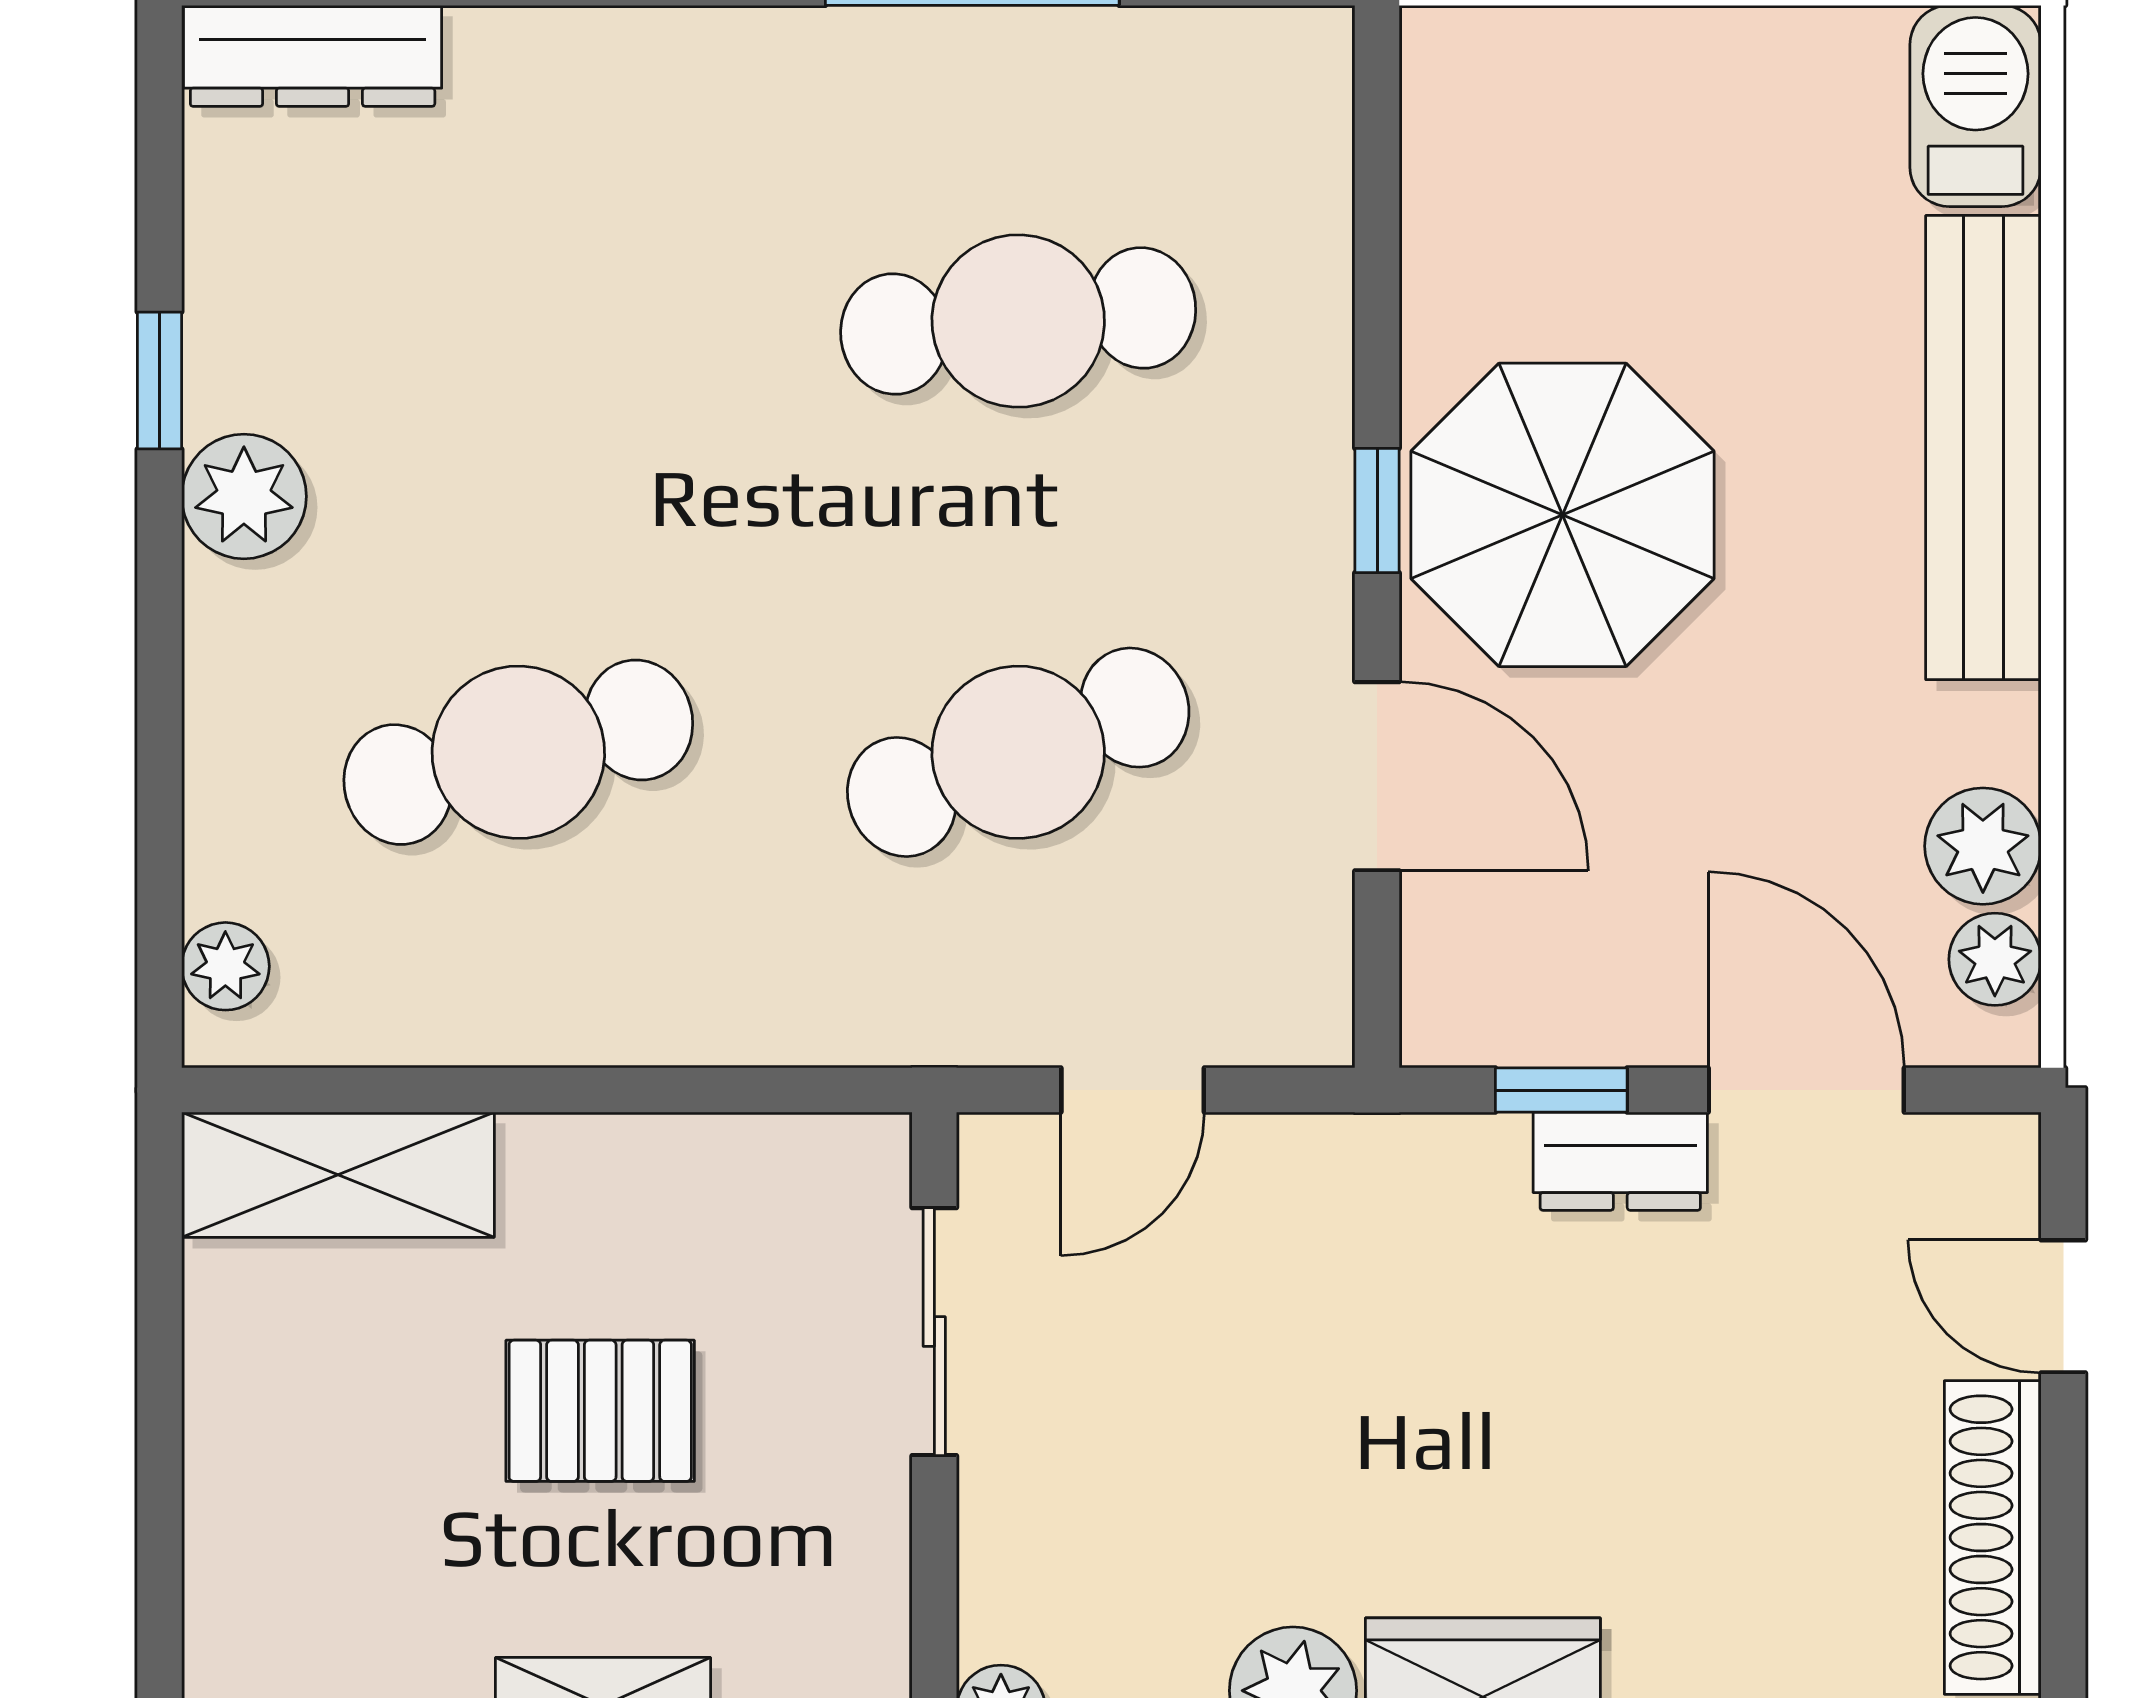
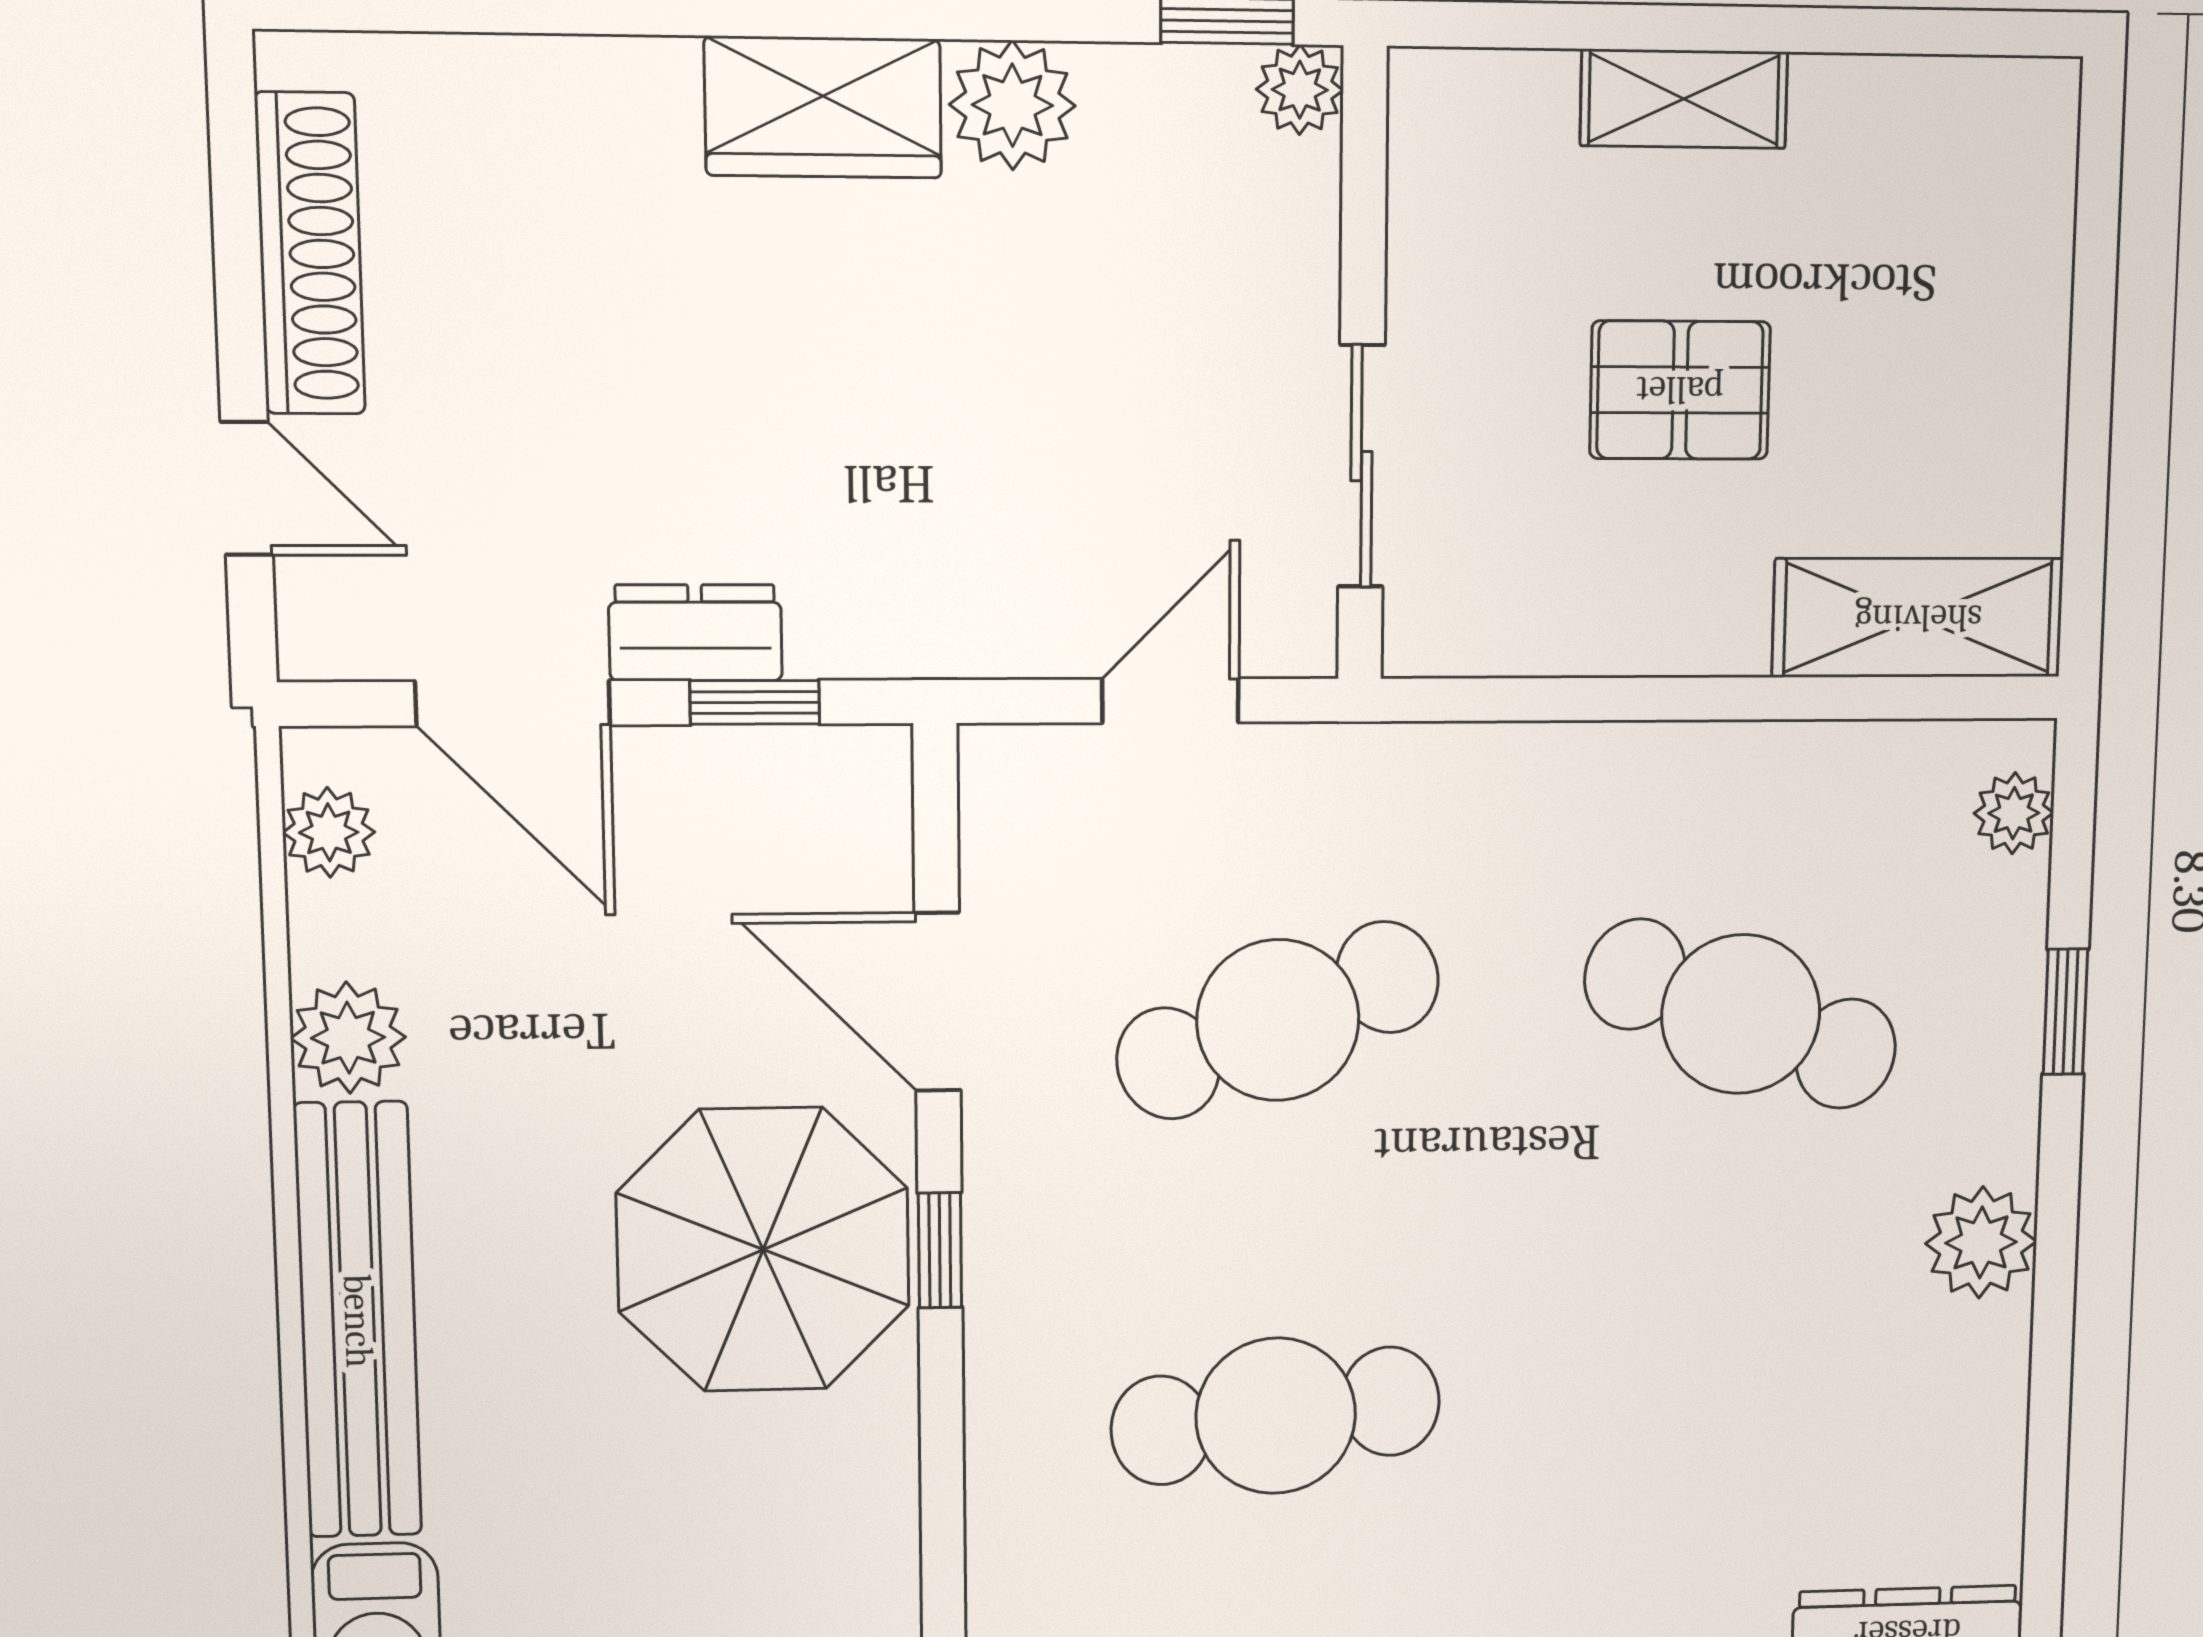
window: (159, 380) -> (2065, 1012), moved
cafe table: (518, 752) -> (1741, 1014), turned 36
plant: (1983, 846) -> (348, 1038), moved

